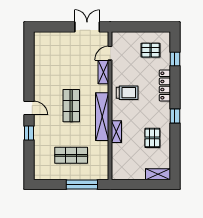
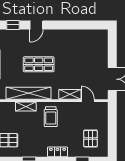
locker: (165, 85) -> (57, 152), width x0.66
shelving: (116, 132) -> (26, 107), moved

